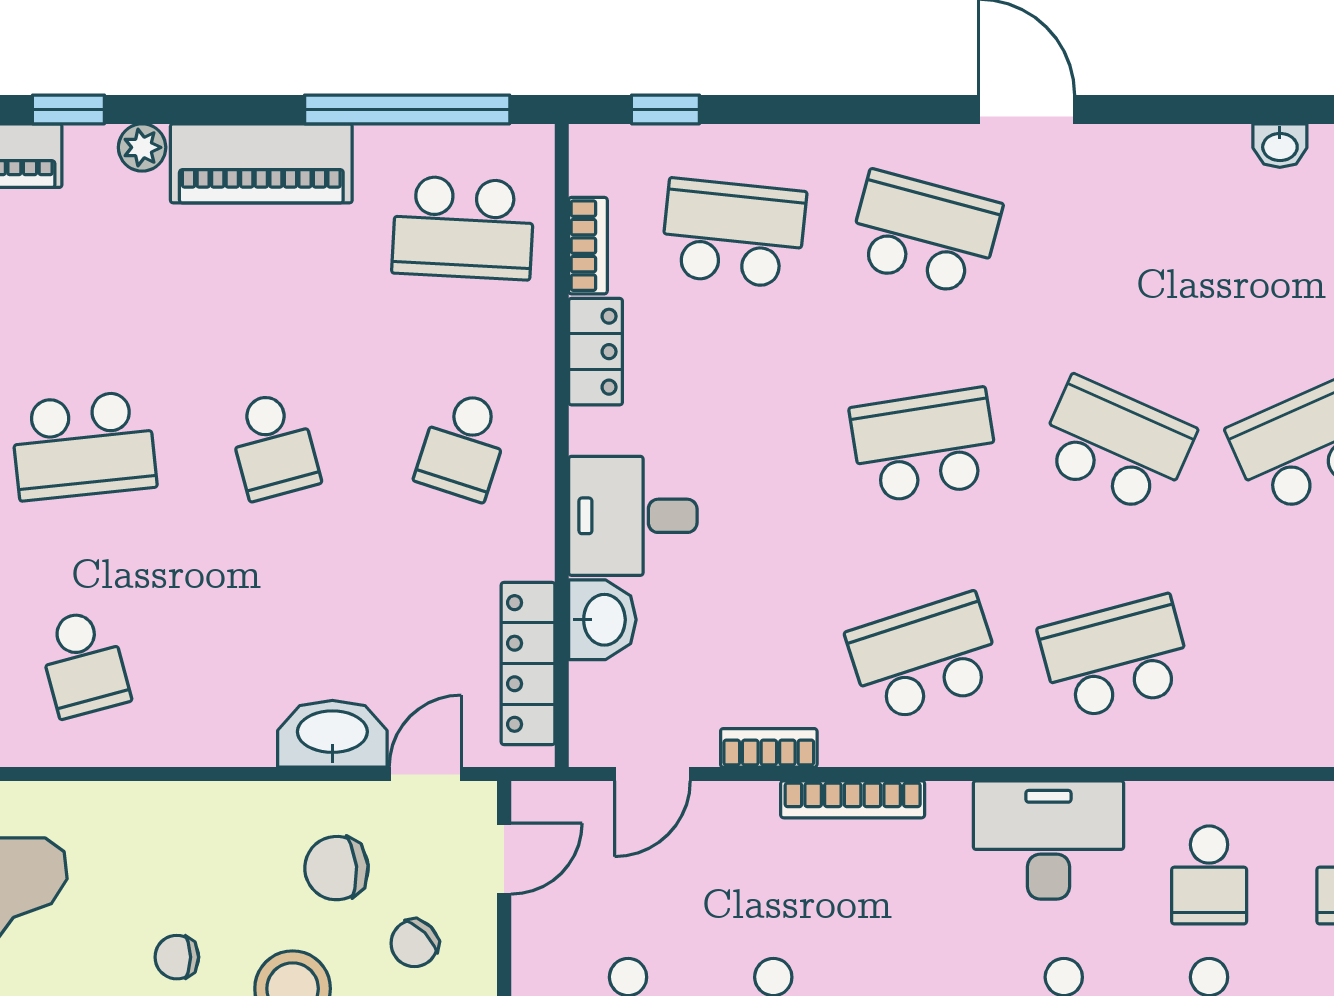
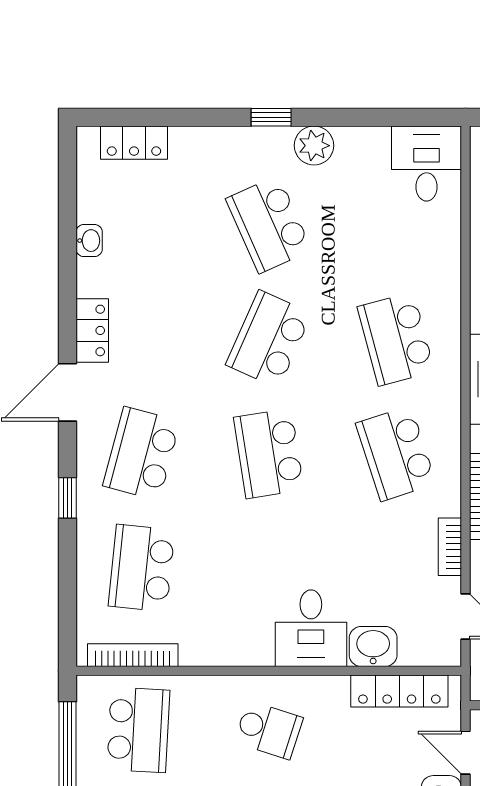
window: (665, 109) -> (67, 498), moved
bookcase: (588, 246) -> (133, 655), width x1.56
locker: (596, 352) -> (92, 330), moved, turned 90

